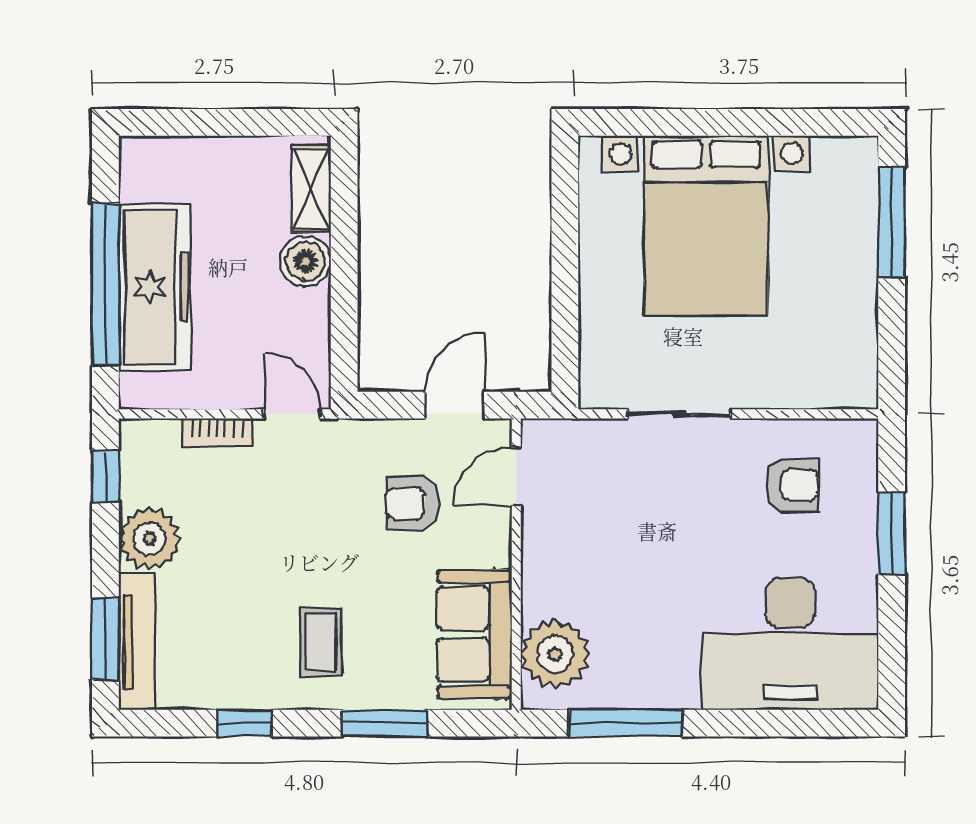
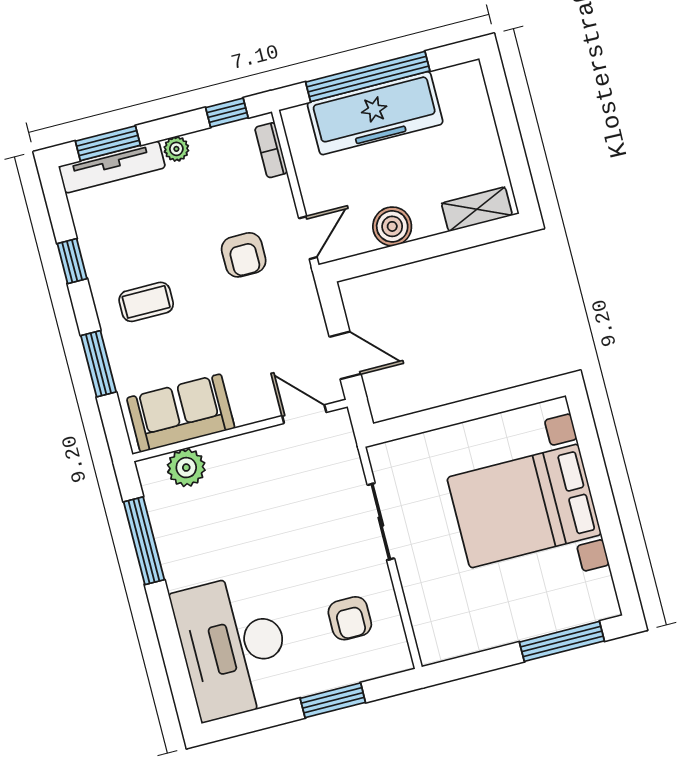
boiler: (305, 261) -> (392, 226), moved
bookcase: (217, 432) -> (271, 150), moved
armchair: (413, 503) -> (244, 255), moved, turned 180
plant: (150, 539) -> (176, 149), width x0.53, depth x0.53
plant: (555, 654) -> (186, 468), width x0.73, depth x0.73

